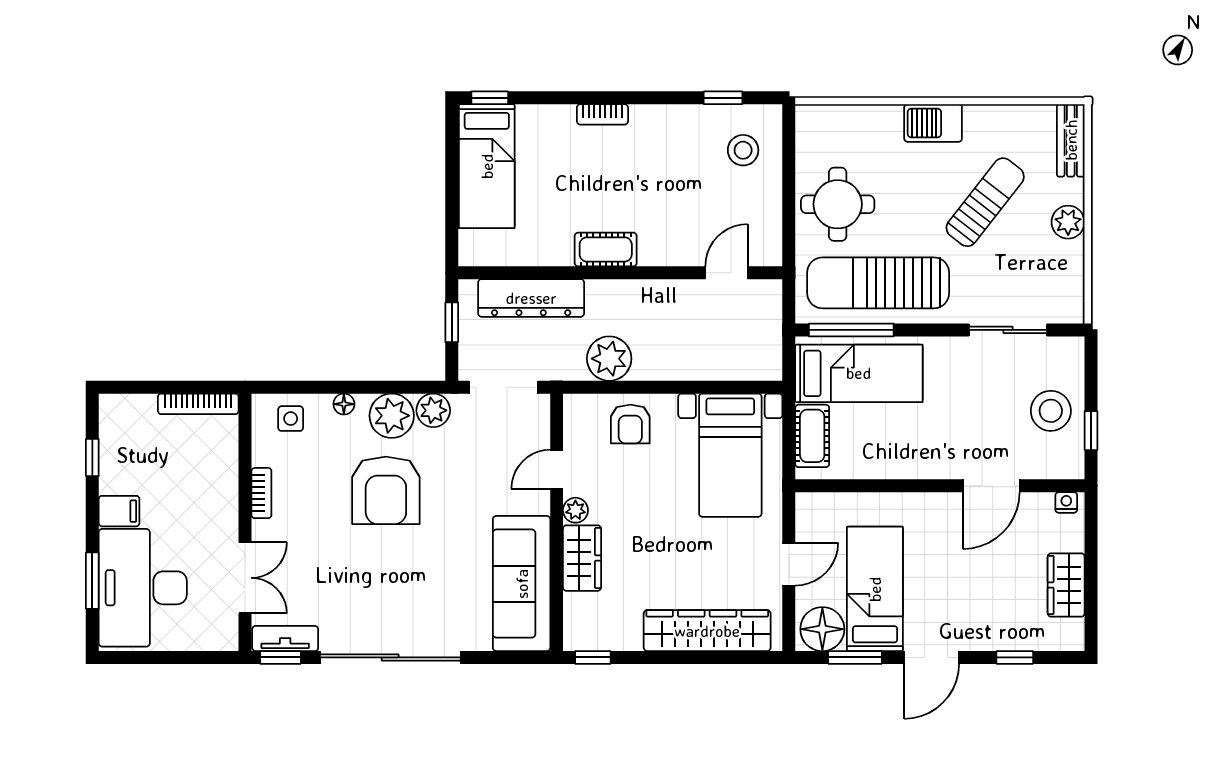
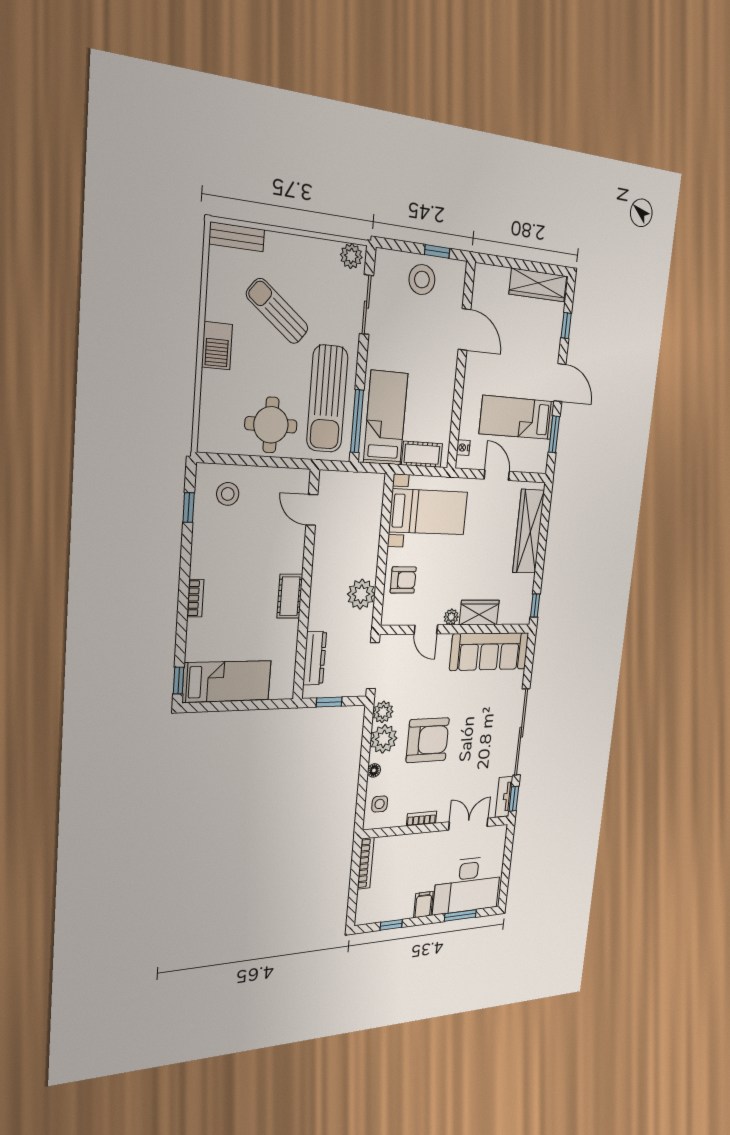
plant: (1068, 222) -> (351, 256), moved
dresser: (531, 298) -> (315, 658), width x0.73, depth x0.80
nightstand: (1066, 502) -> (463, 448), moved
wardrobe: (1066, 585) -> (538, 285), width x1.50
floor lamp: (822, 629) -> (536, 455), removed

